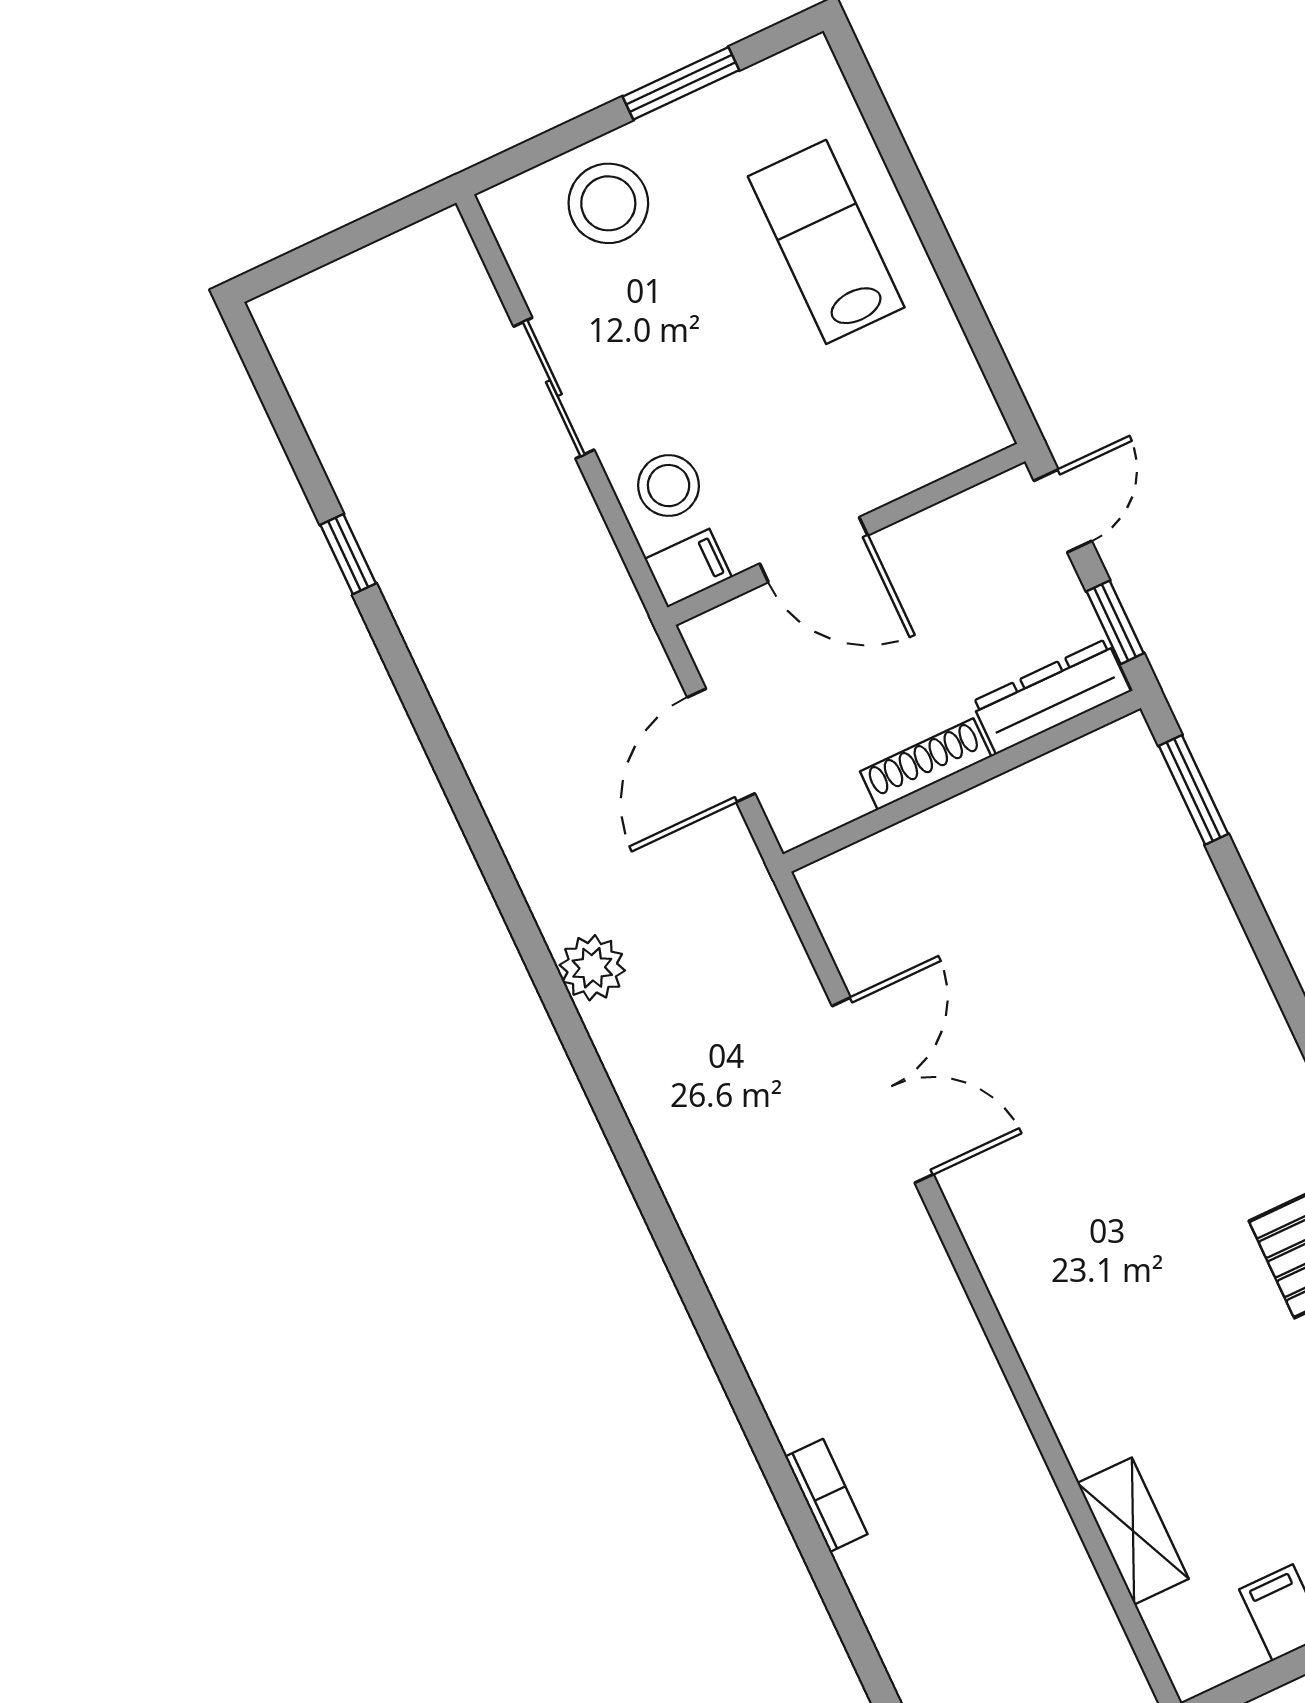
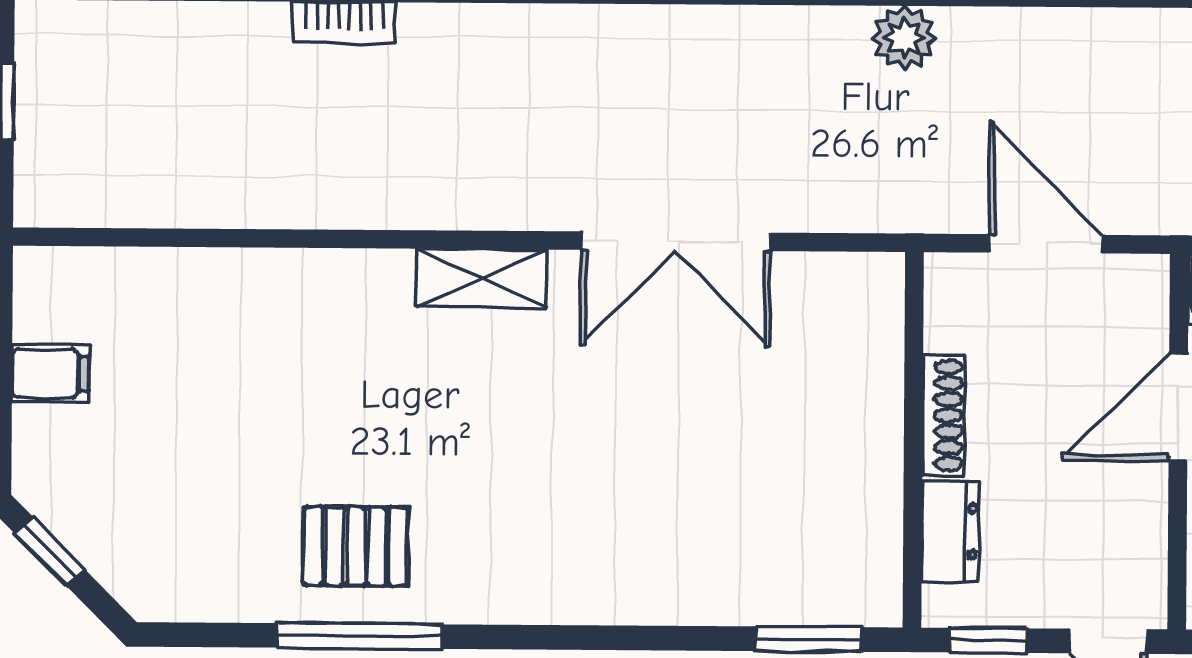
dresser: (1051, 697) -> (950, 531), width x0.70
shelving: (1133, 1531) -> (482, 278), moved

